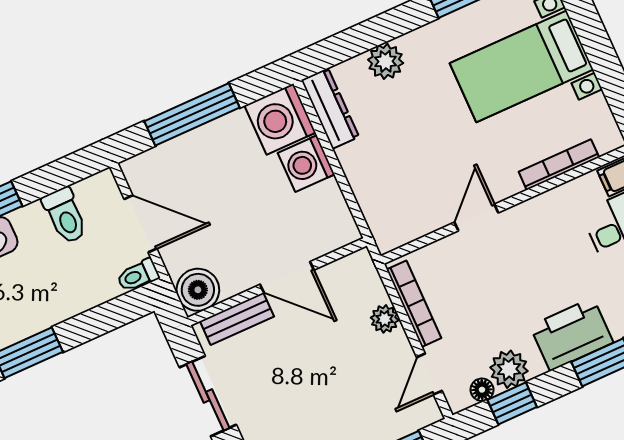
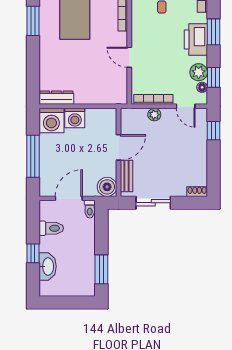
plant: (386, 61) -> (47, 66), removed

